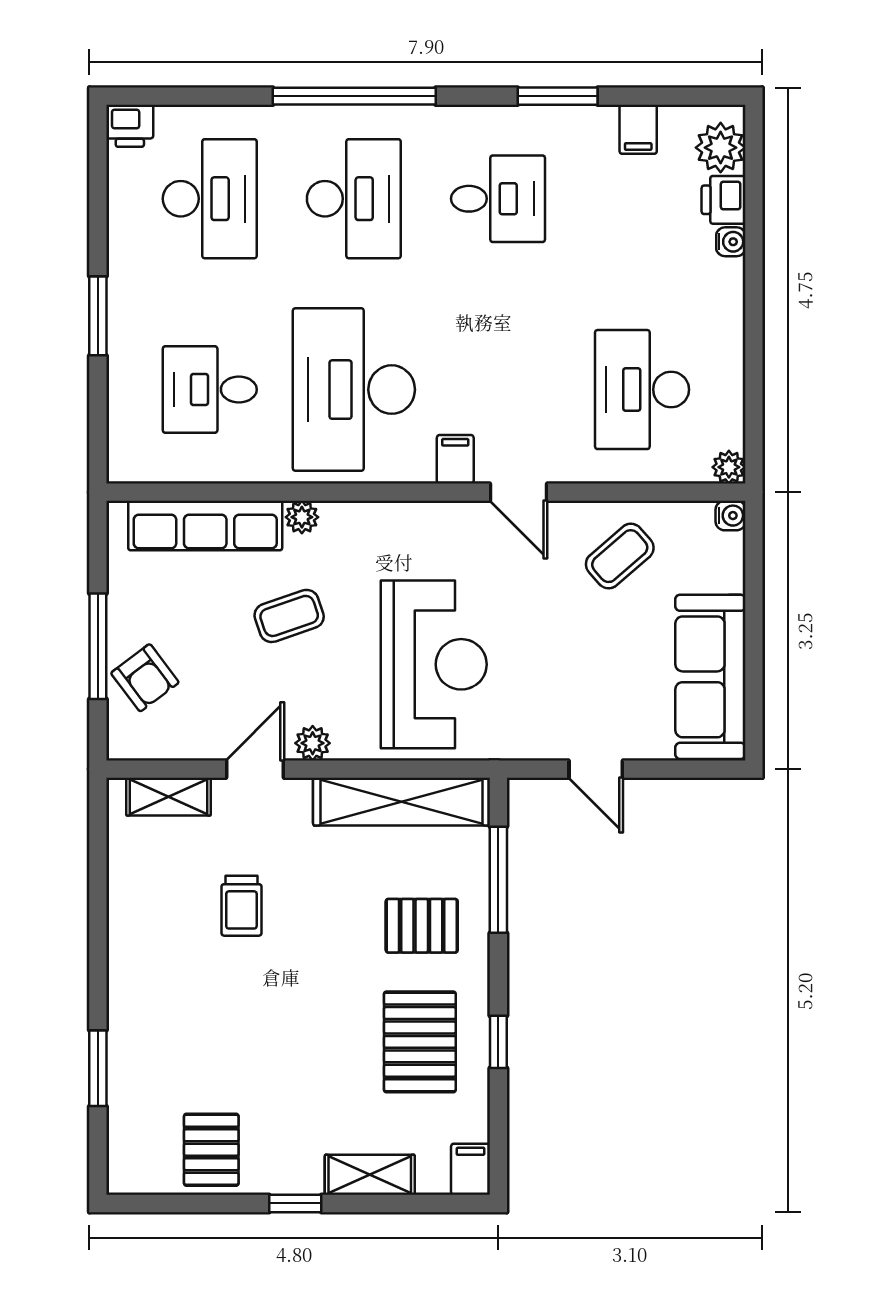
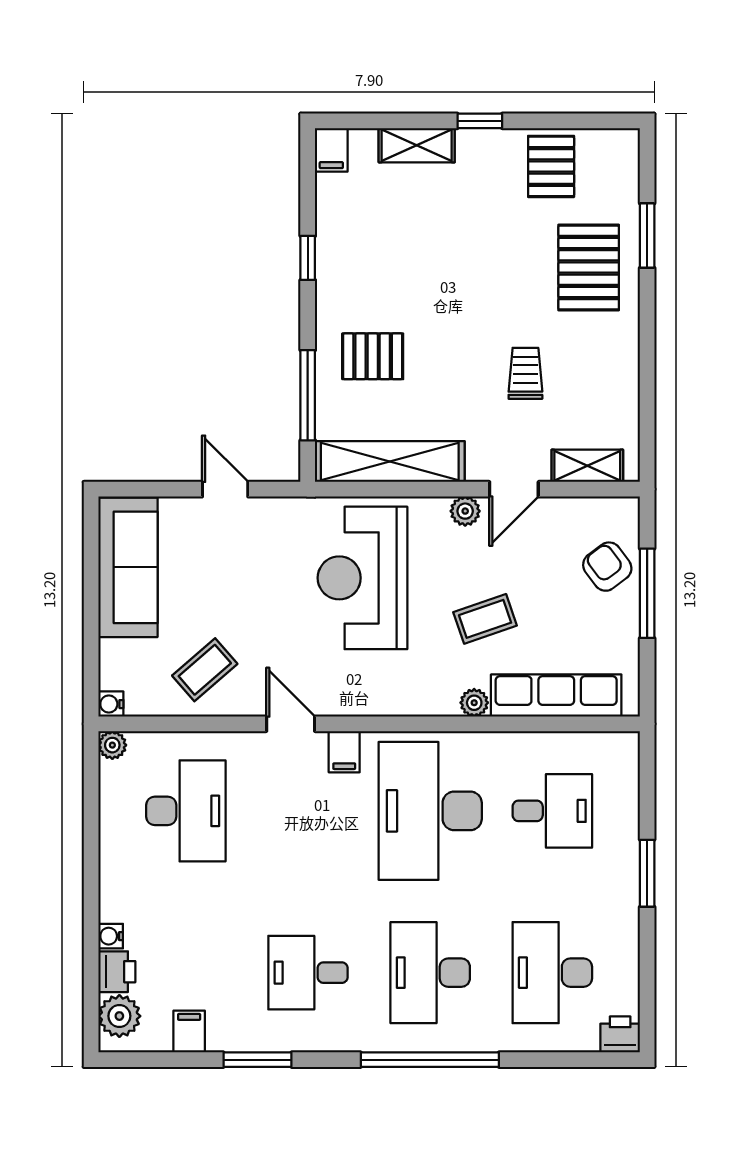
desk: (354, 390) -> (430, 811), turned 180
pallet: (420, 1042) -> (589, 268), moved

